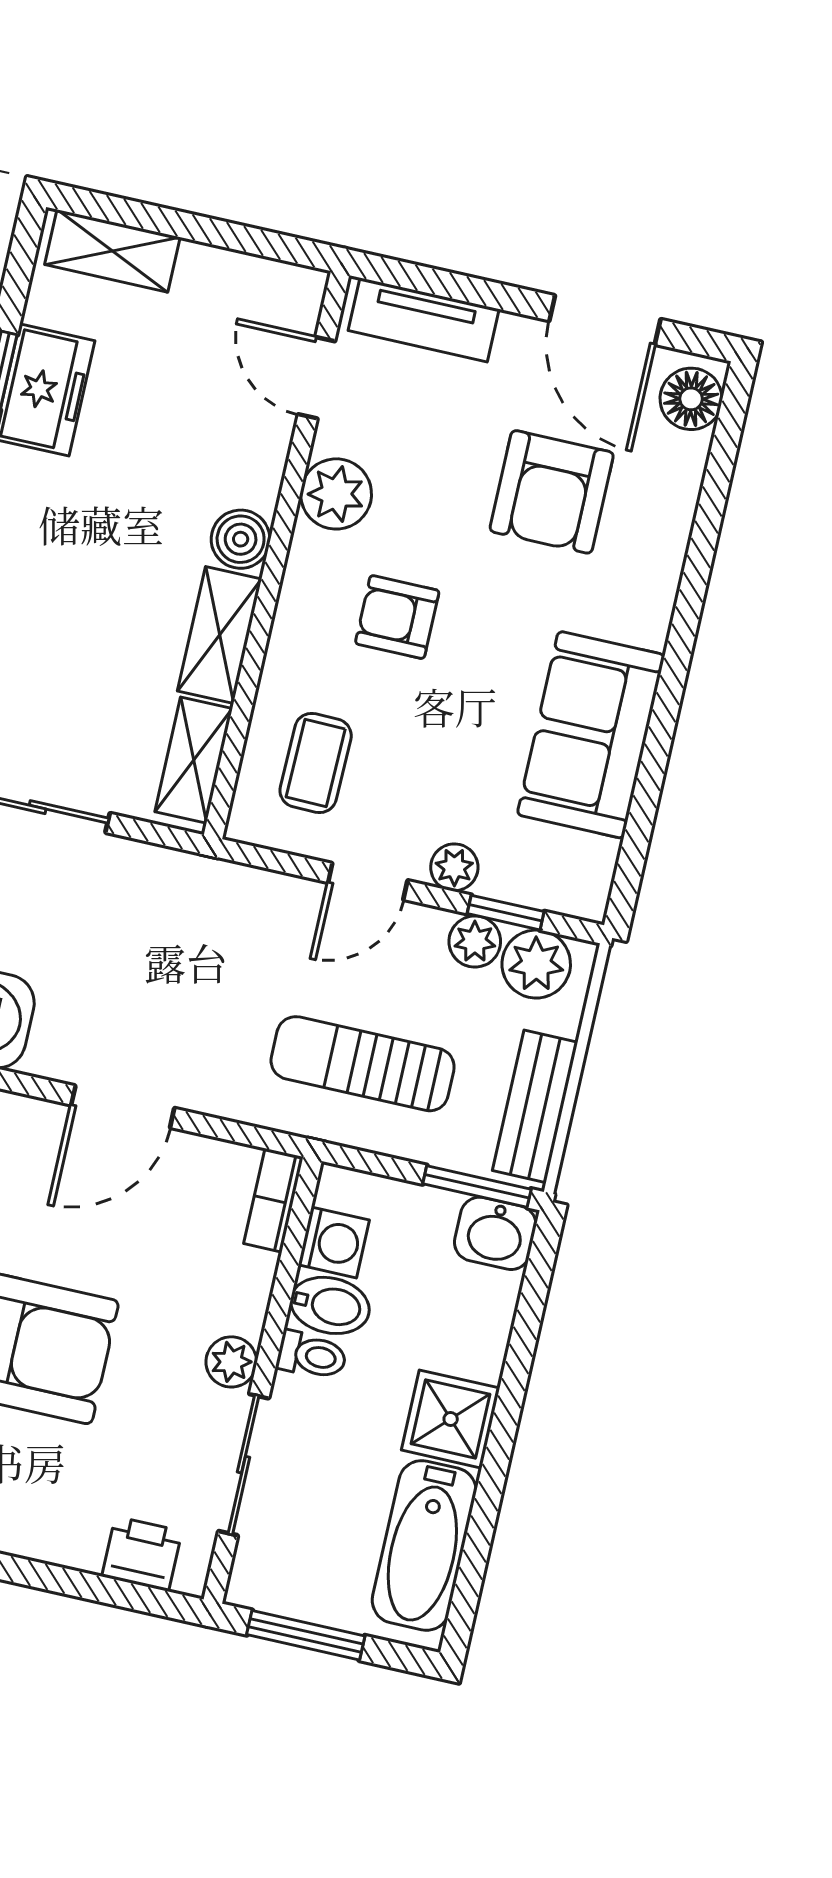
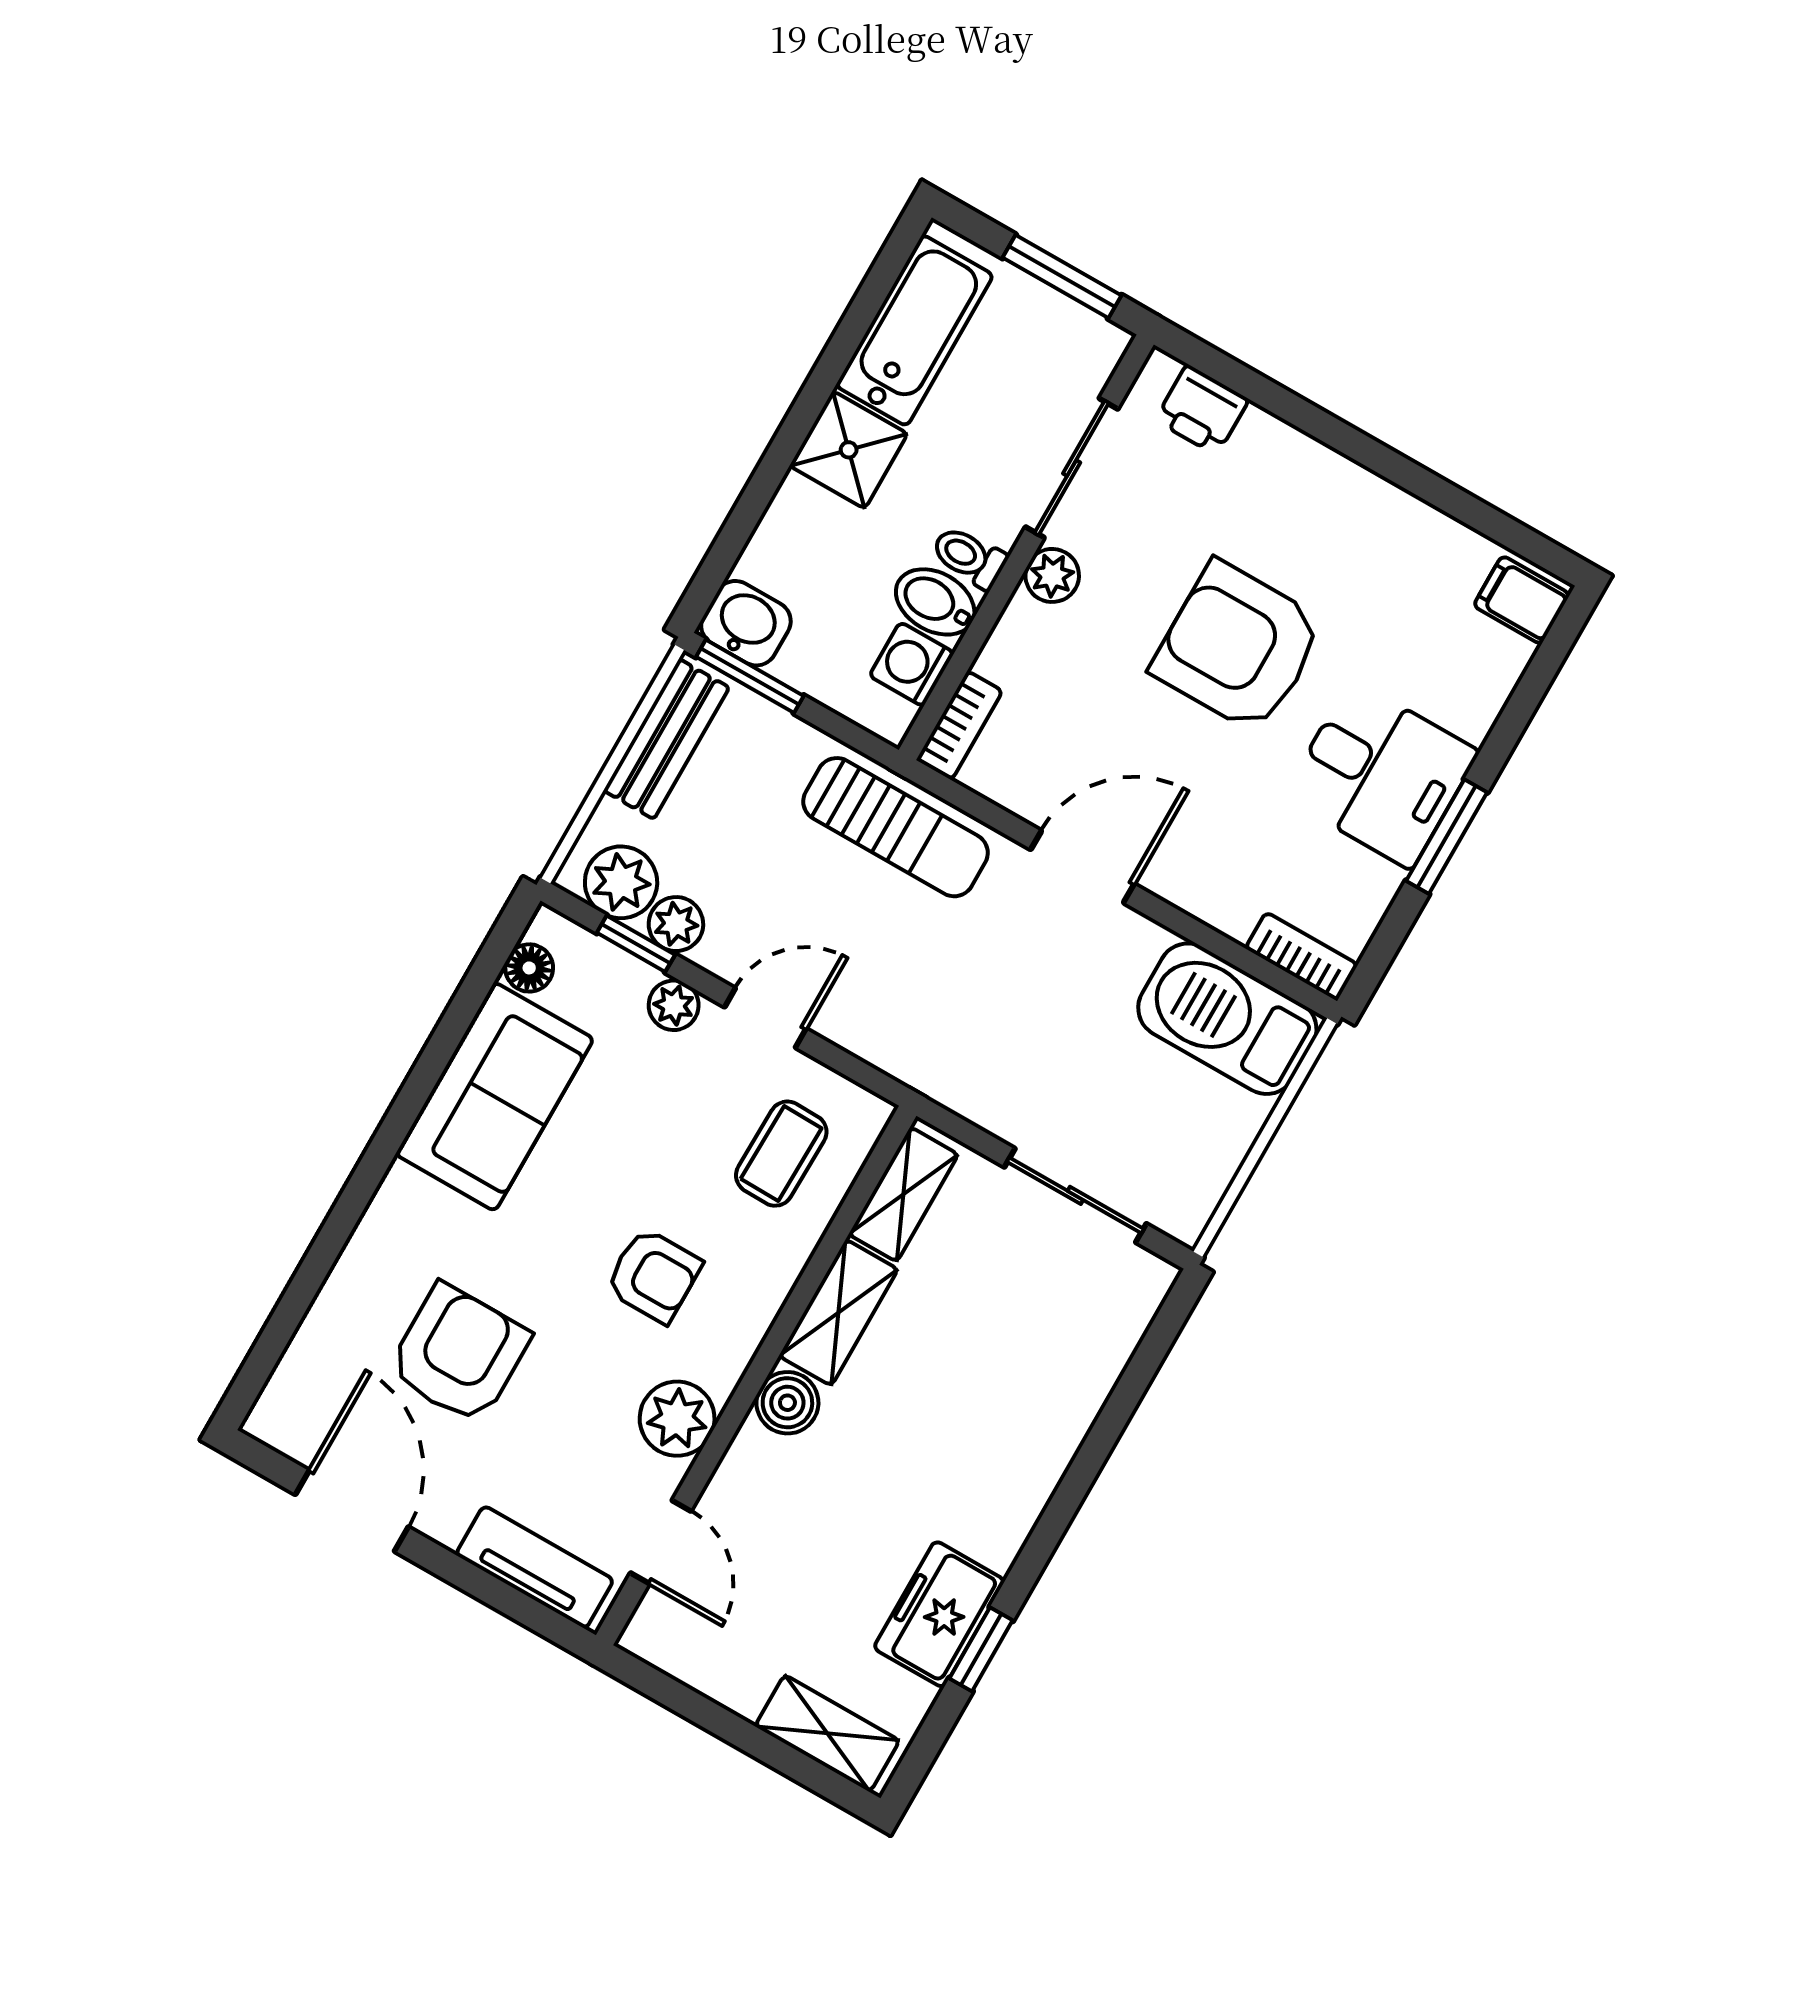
floor lamp: (691, 399) -> (529, 968), moved, width x0.73, depth x0.73
sun lounger: (363, 1064) -> (895, 827), moved

